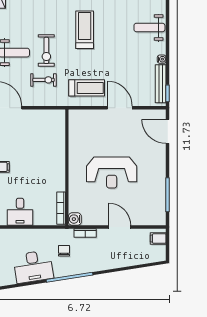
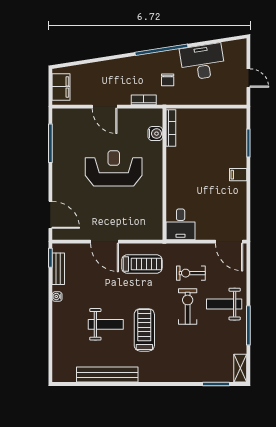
weight bench: (149, 28) -> (106, 324), moved
treadmill: (85, 30) -> (144, 330), turned 180
bench: (161, 84) -> (58, 269), width x0.73
treadmill: (87, 88) -> (142, 264), turned 180
desk: (20, 212) -> (181, 224), moved, turned 180
water cooler: (75, 219) -> (155, 134), moved
filing cabinet: (158, 239) -> (61, 87), width x2.00

